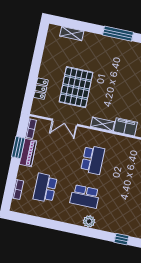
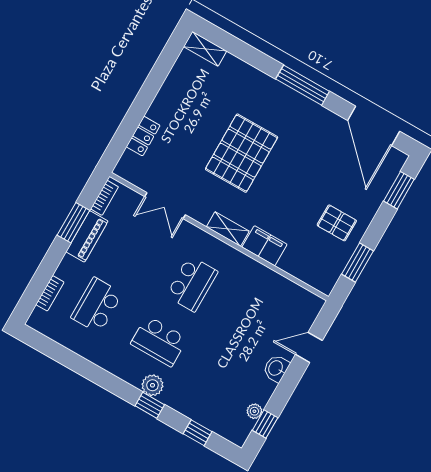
shelving: (72, 34) -> (205, 49), moved
pallet: (76, 87) -> (242, 153), moved
window: (91, 233) -> (150, 405), added

